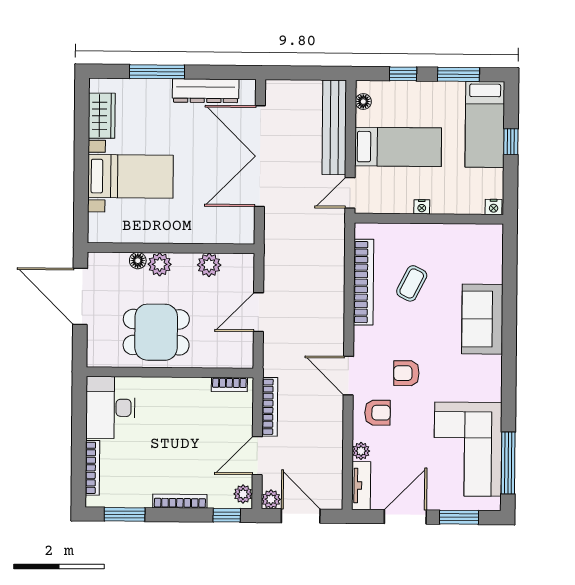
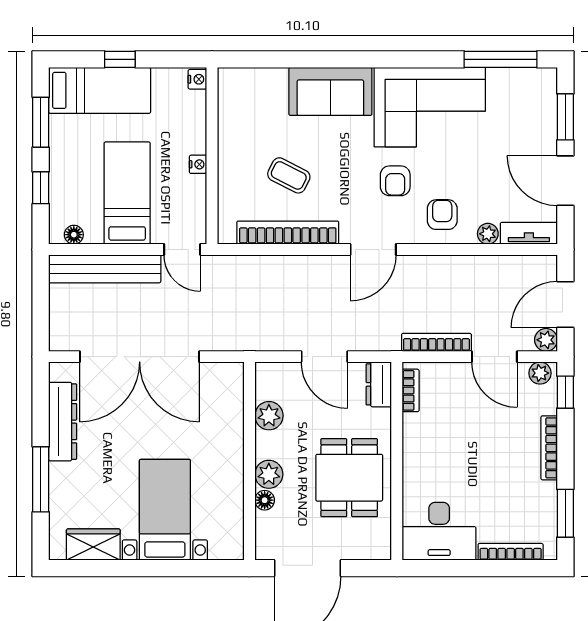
dresser: (235, 358) -> (379, 384), added
door: (348, 376) -> (373, 250), moved
corner sofa: (468, 449) -> (430, 107), moved

